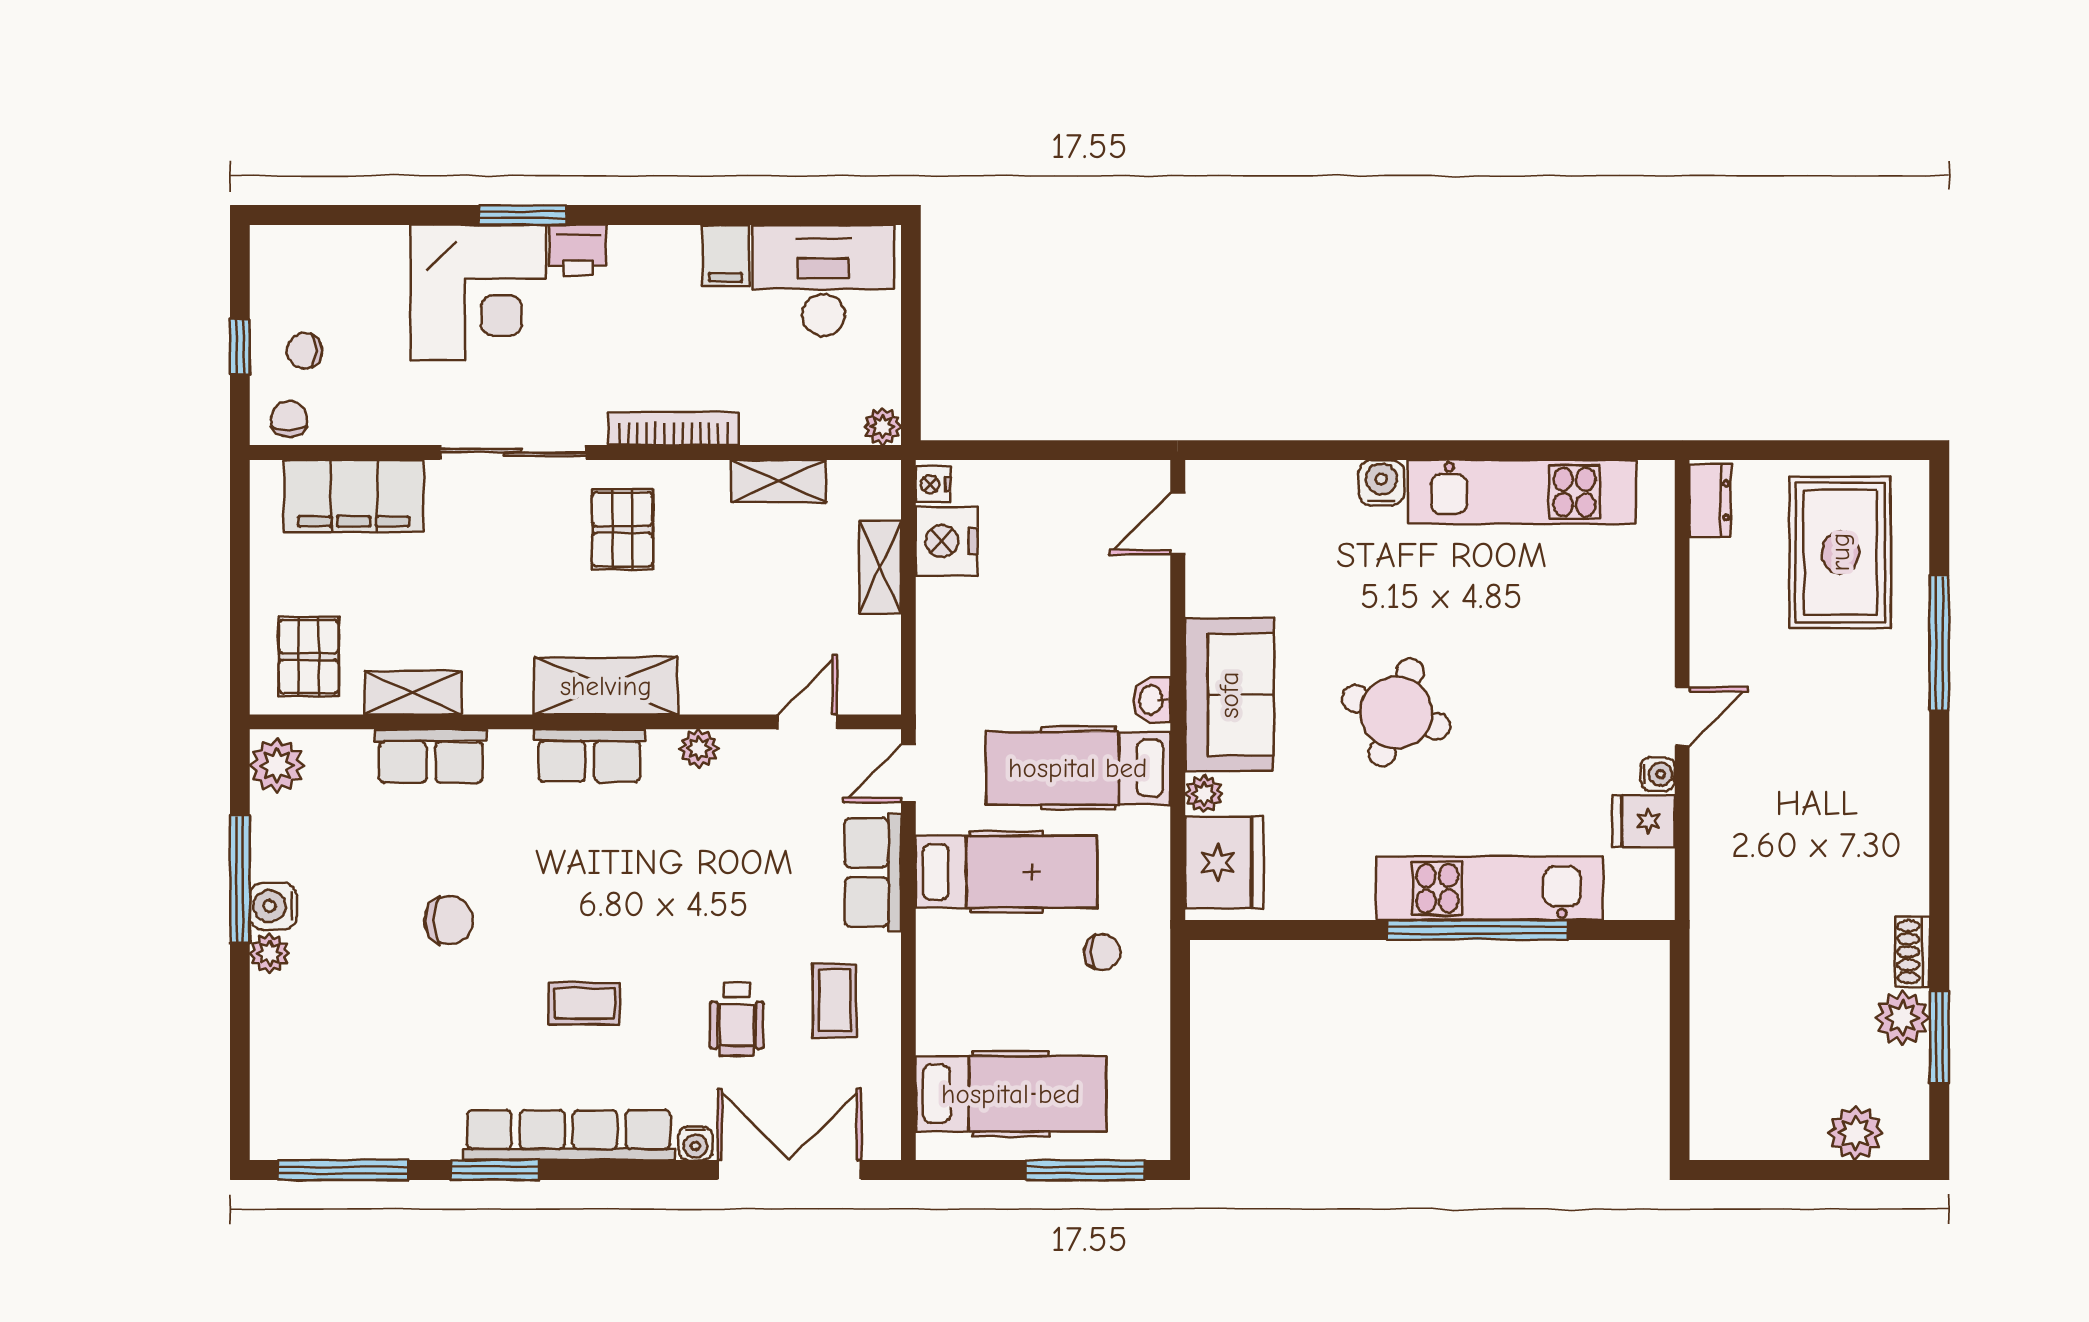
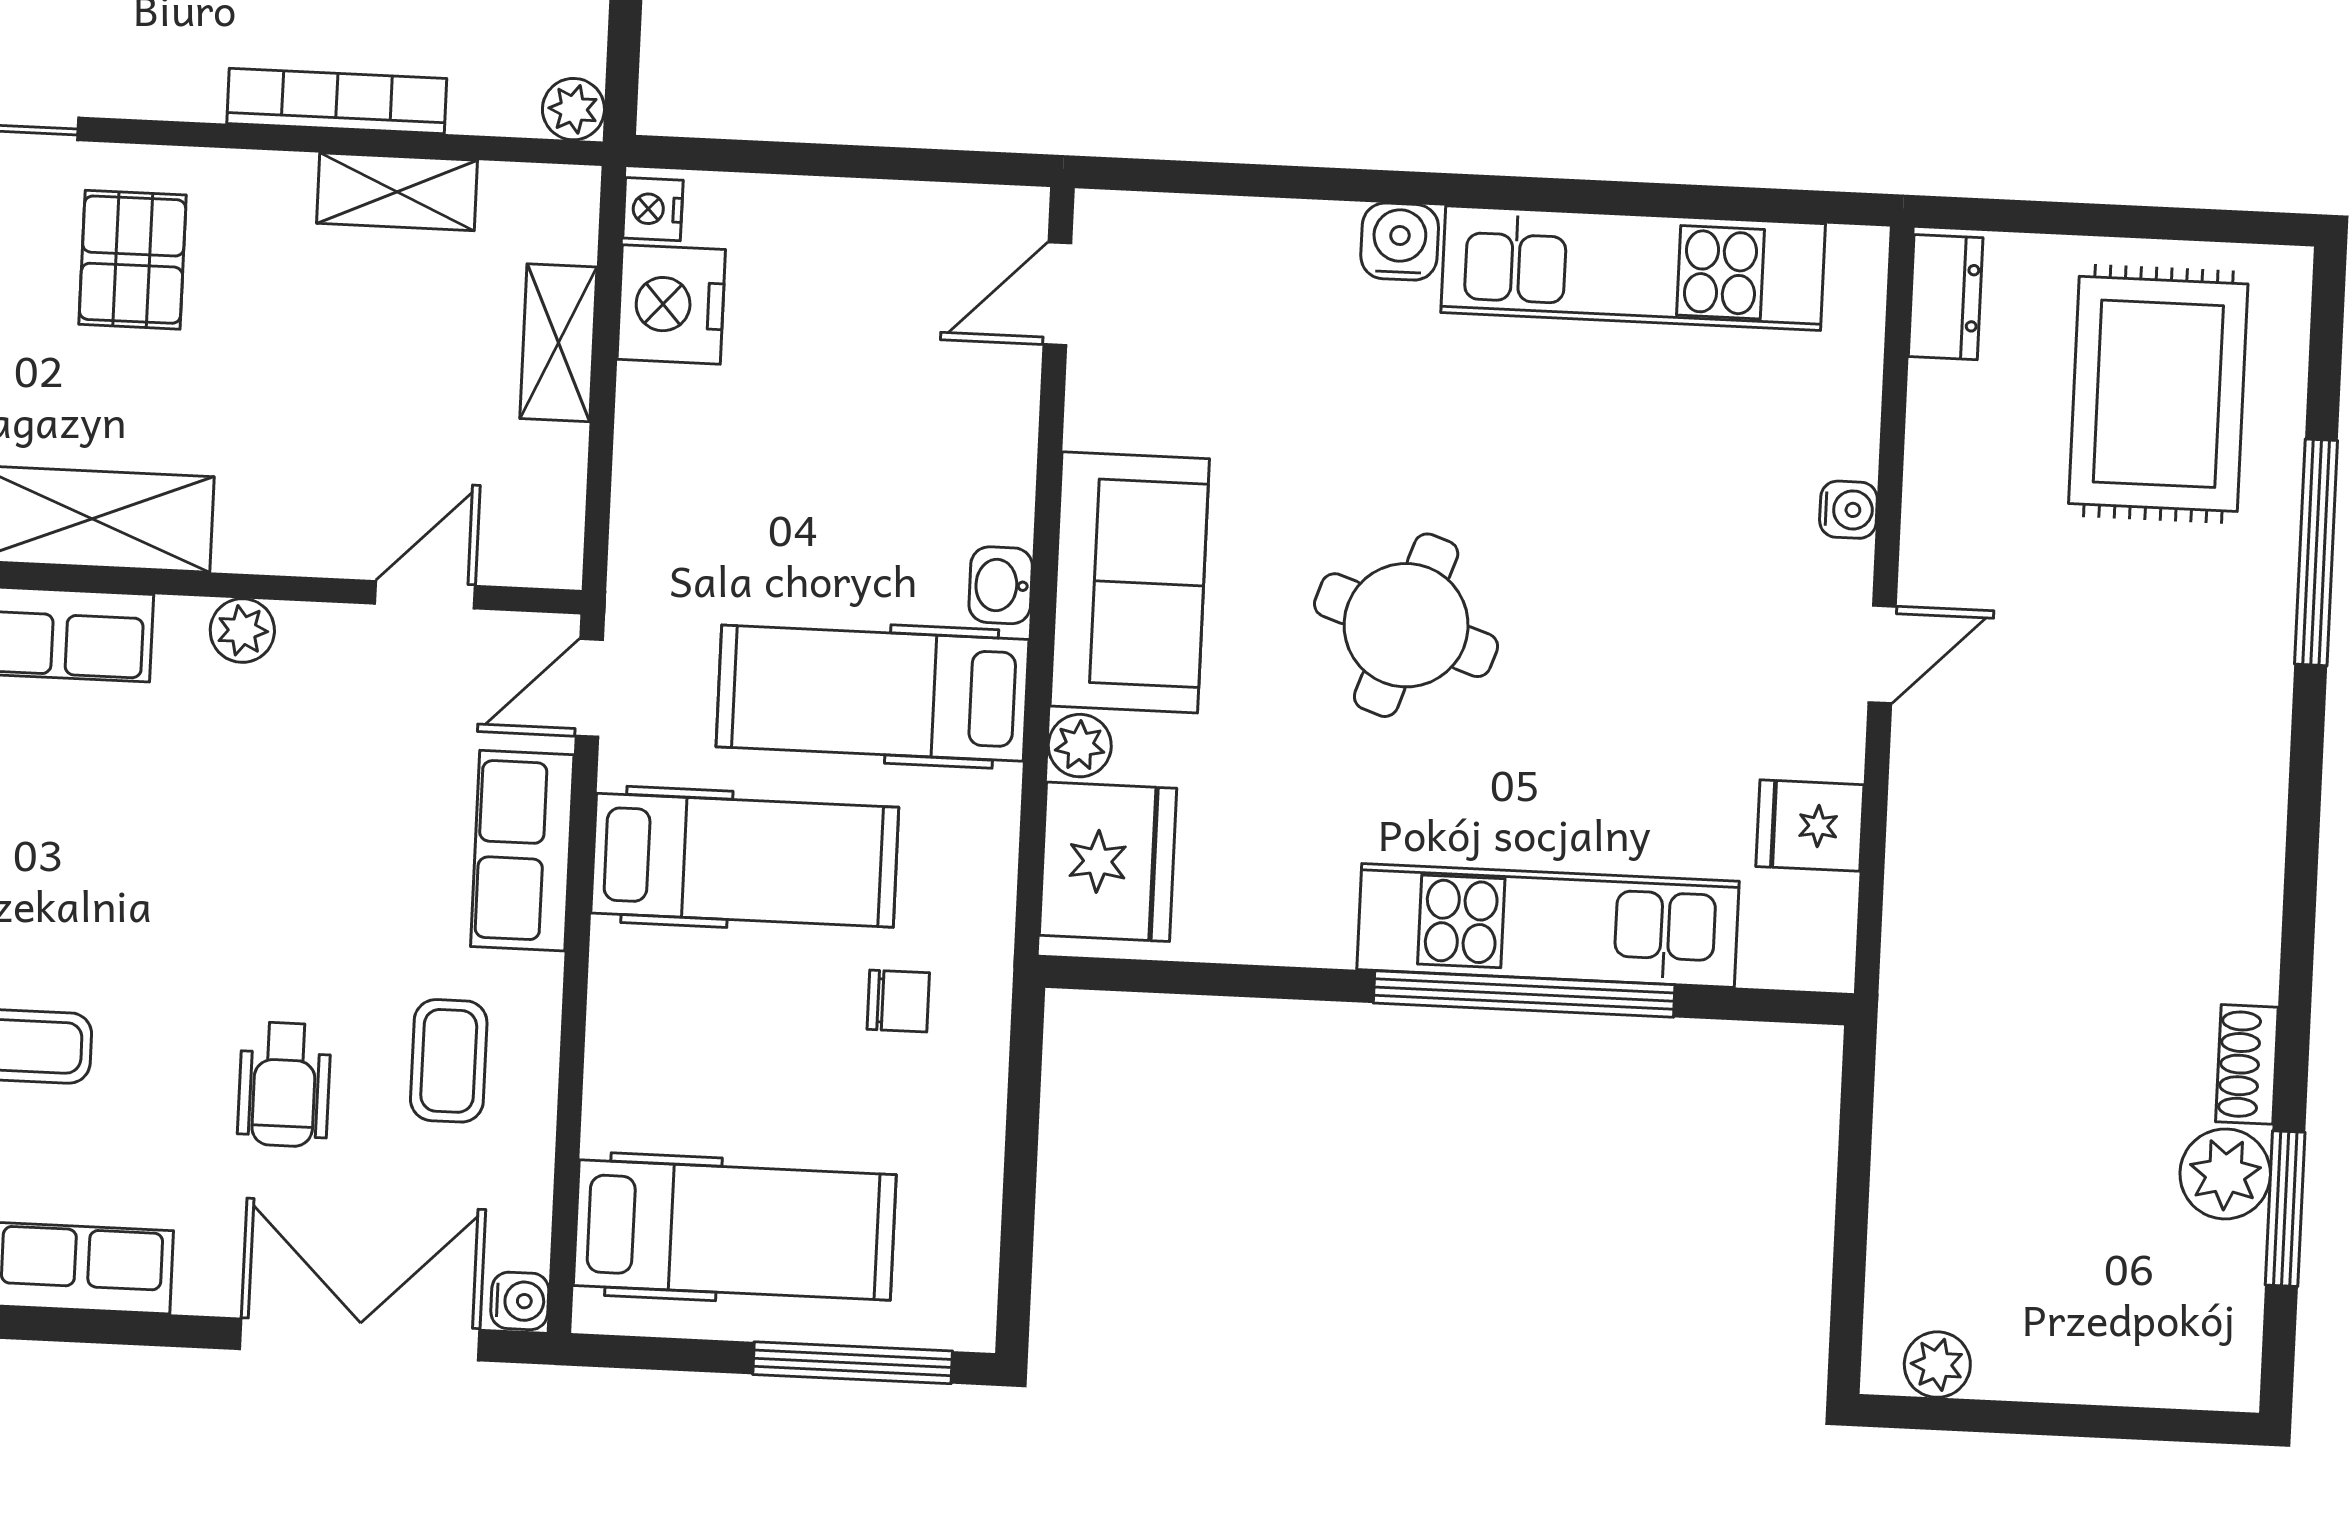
bookcase: (674, 428) -> (337, 101), moved
water cooler: (1658, 774) -> (1848, 510), moved
plant: (1855, 1133) -> (1937, 1365), moved, width x0.73, depth x0.73
water cooler: (695, 1143) -> (520, 1301), moved, turned -90

